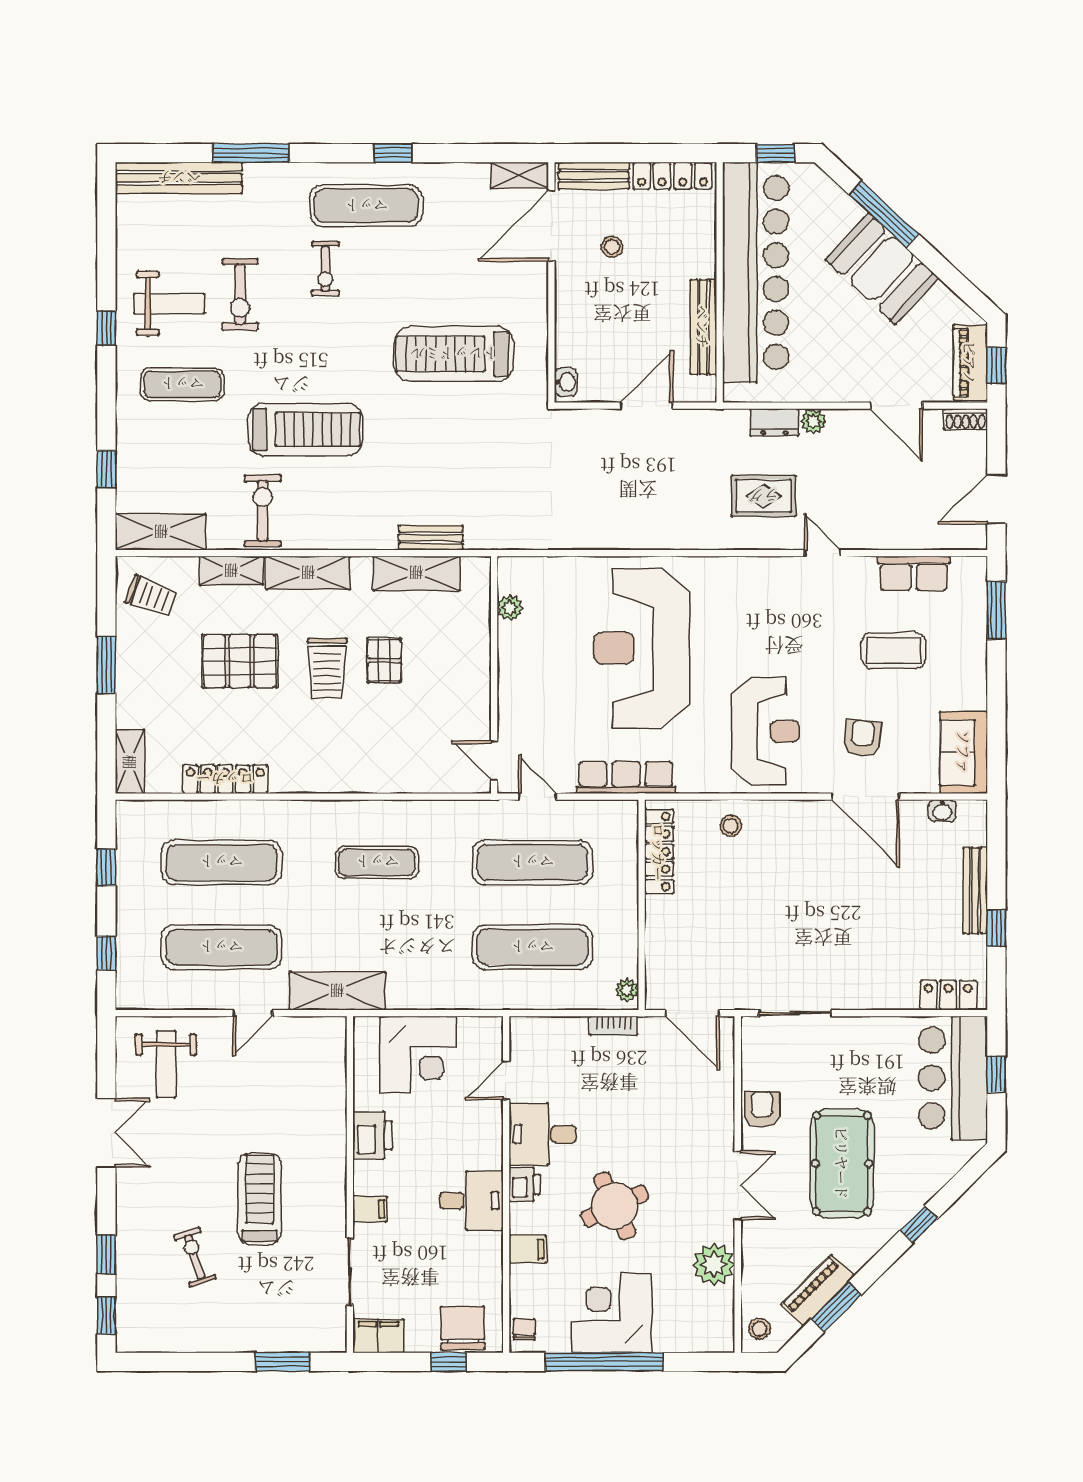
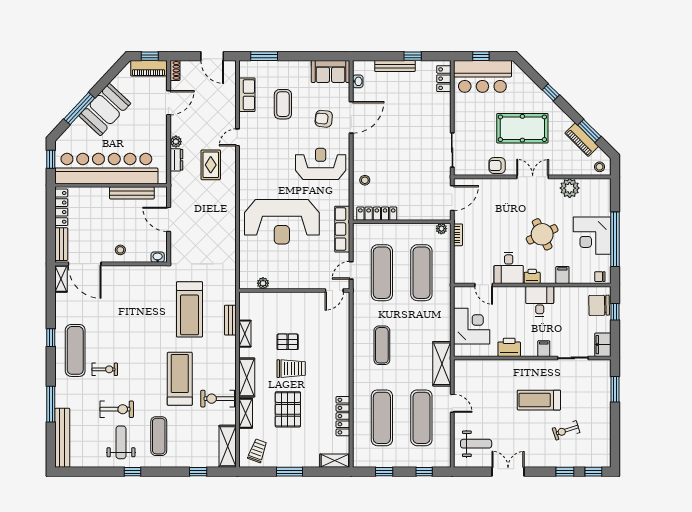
stool: (612, 247) -> (120, 250), moved
treadmill: (454, 354) -> (190, 309), moved
shelving: (416, 573) -> (245, 334), width x0.67, depth x0.75

